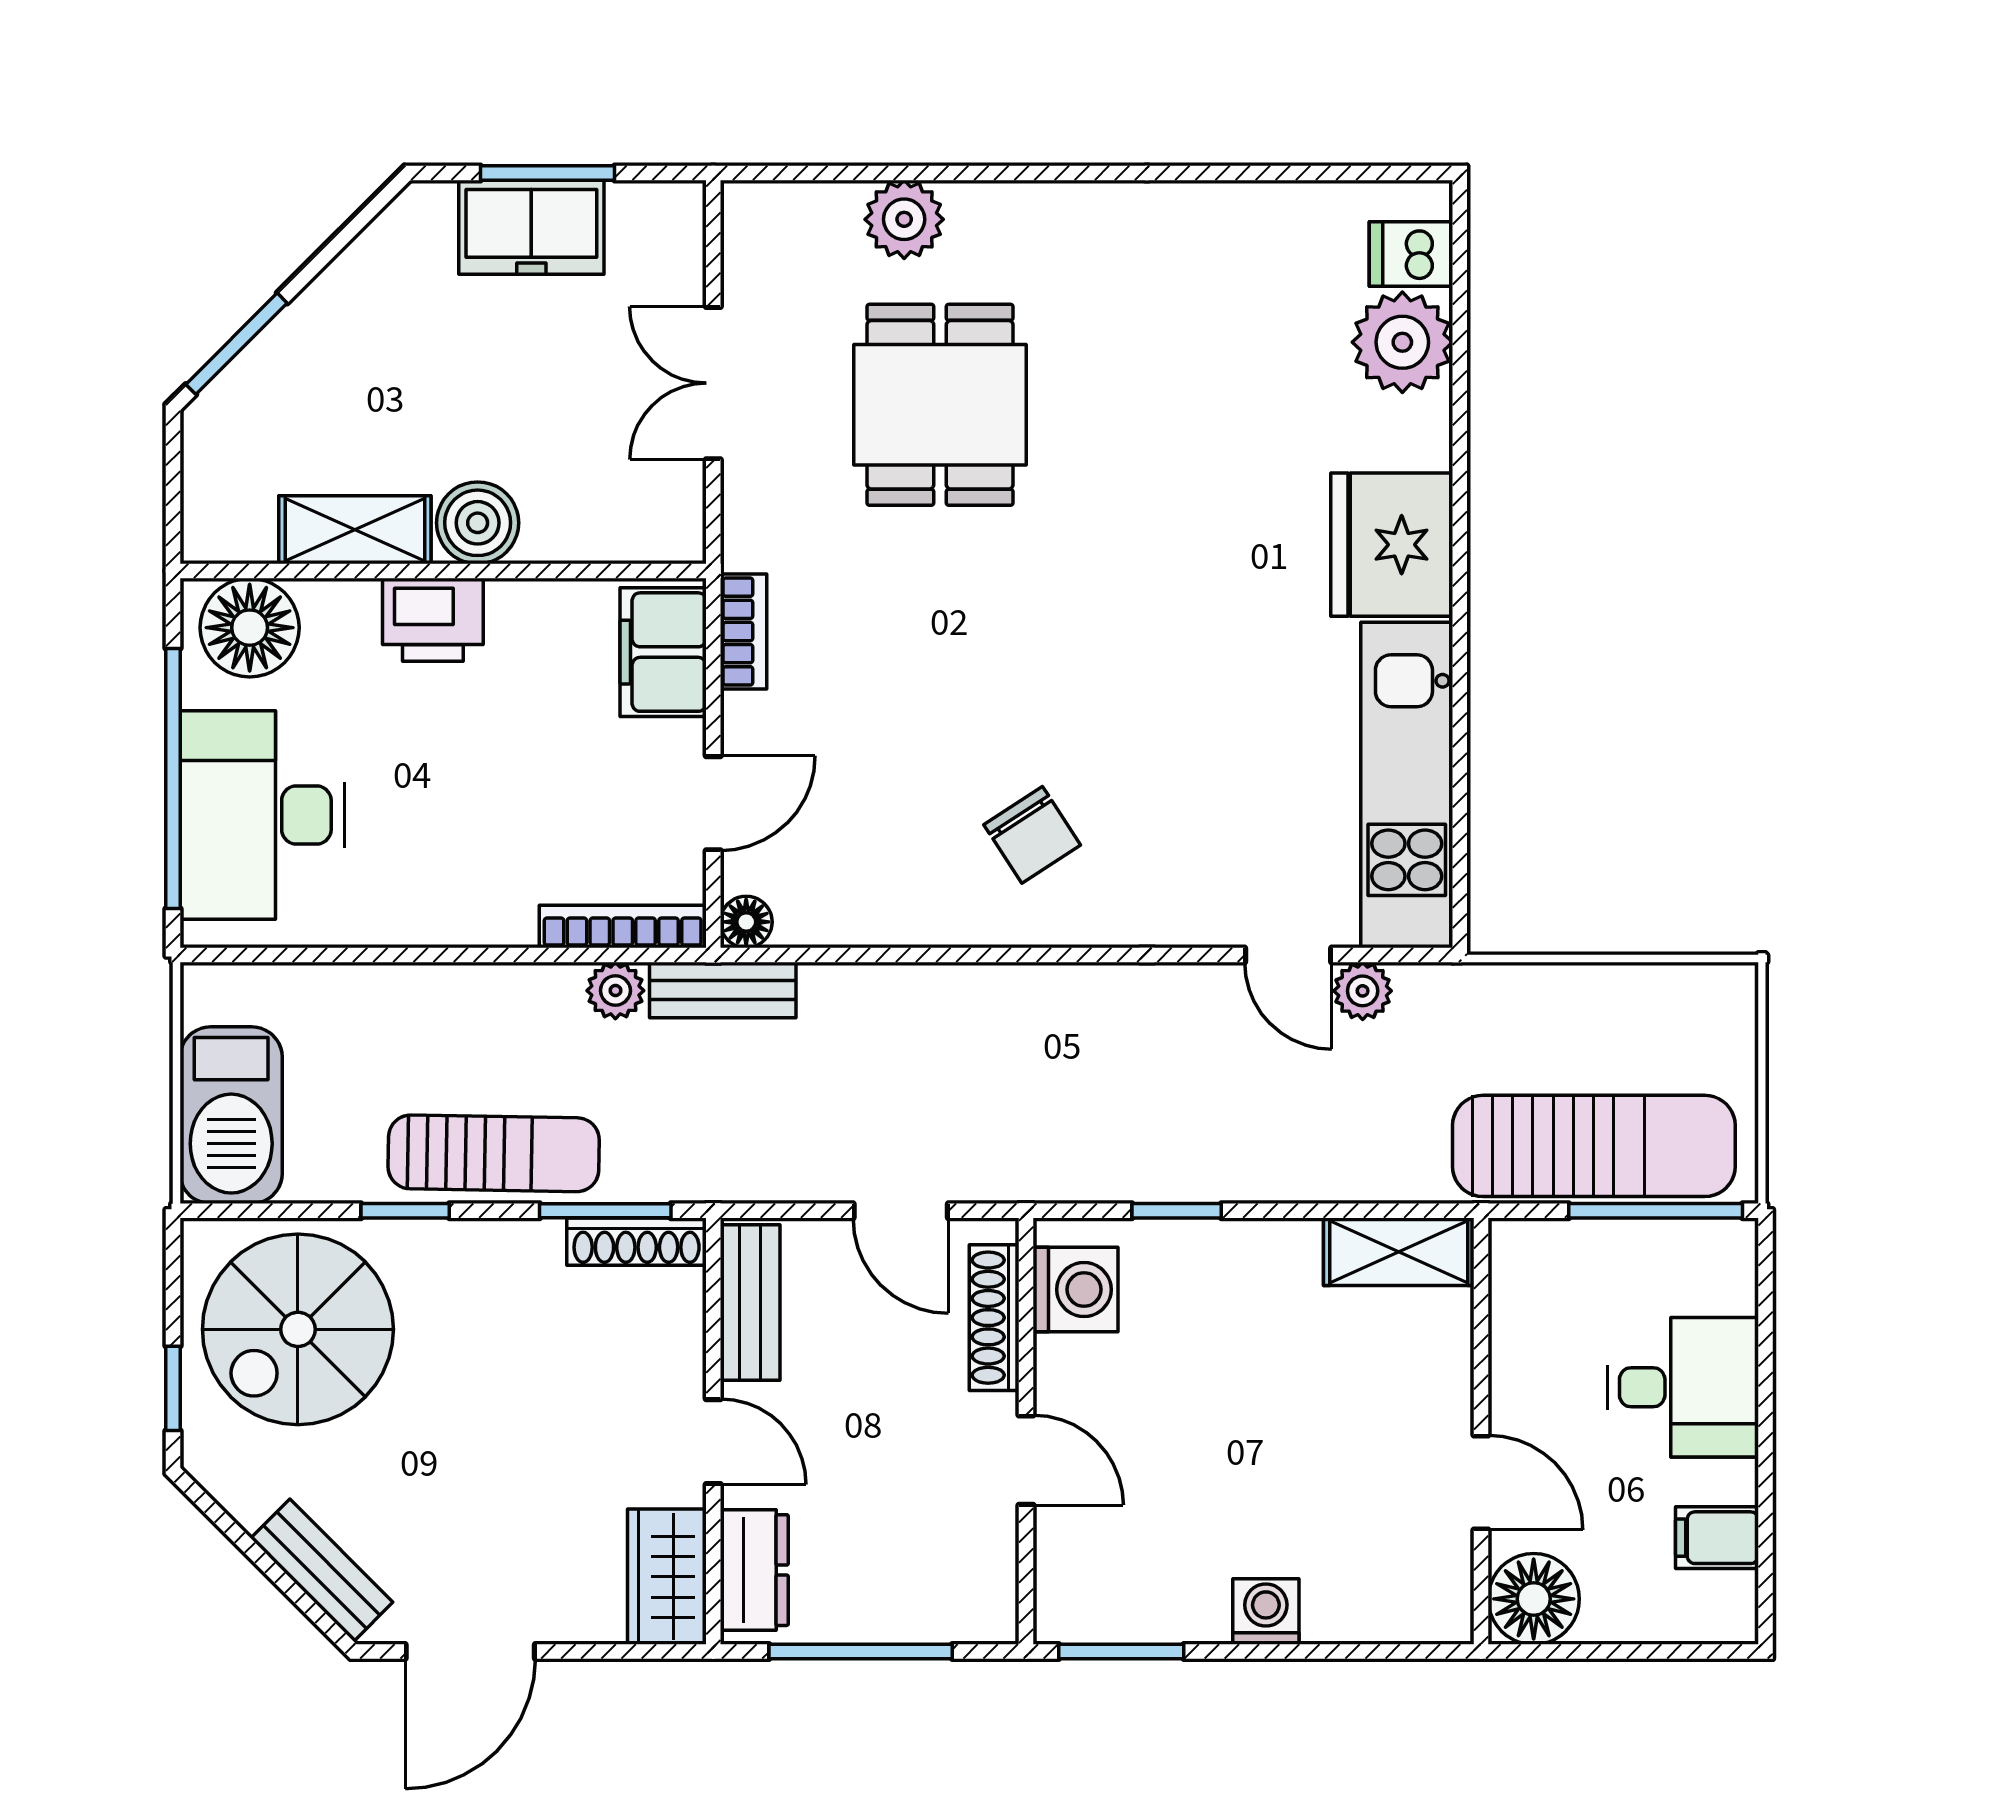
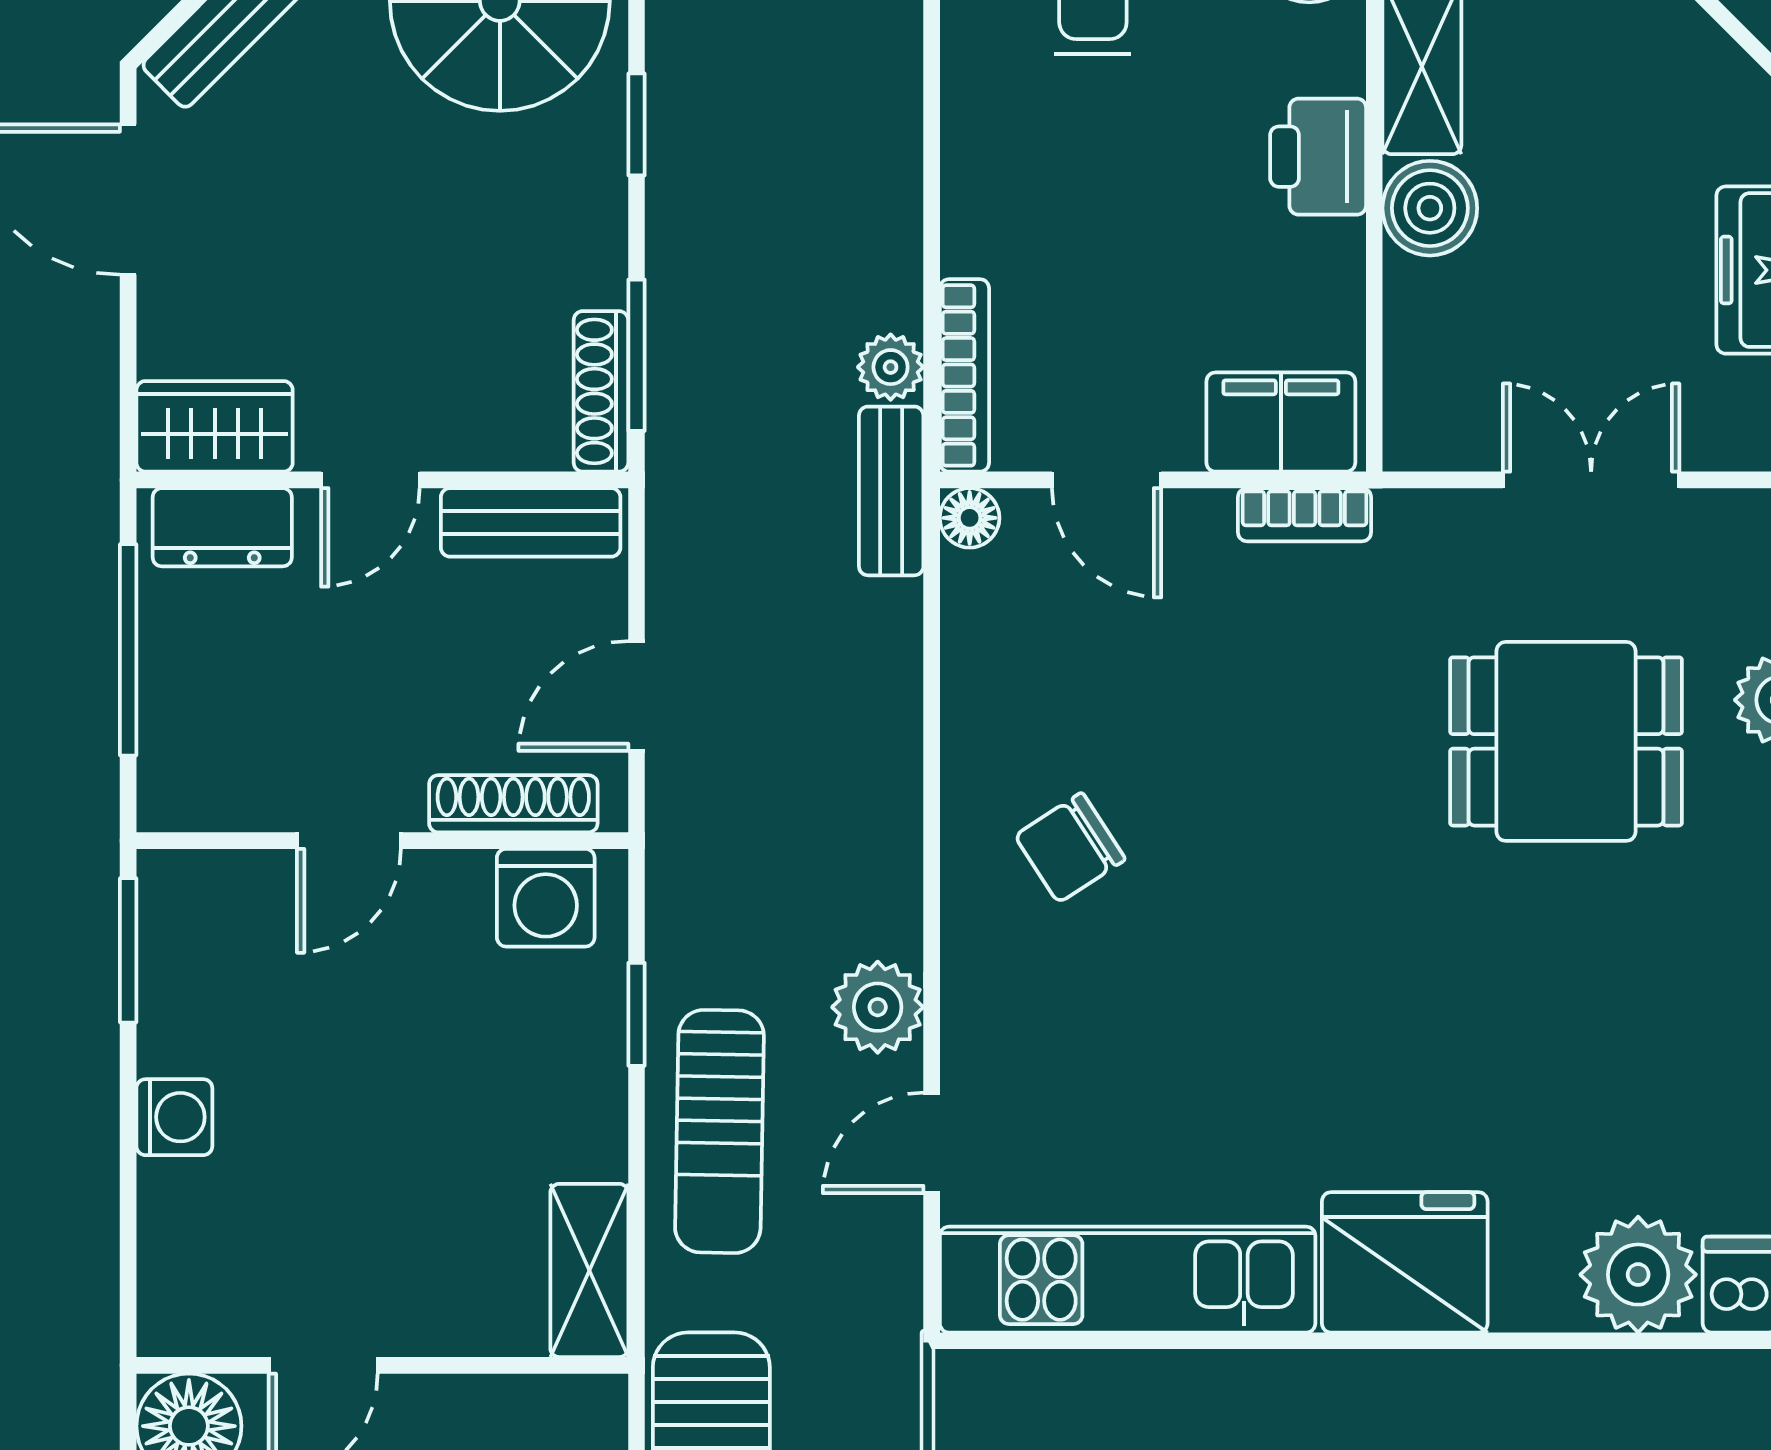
plant: (1363, 991) -> (878, 1007), moved, width x1.38, depth x1.38
sun lounger: (494, 1153) -> (719, 1131), moved

